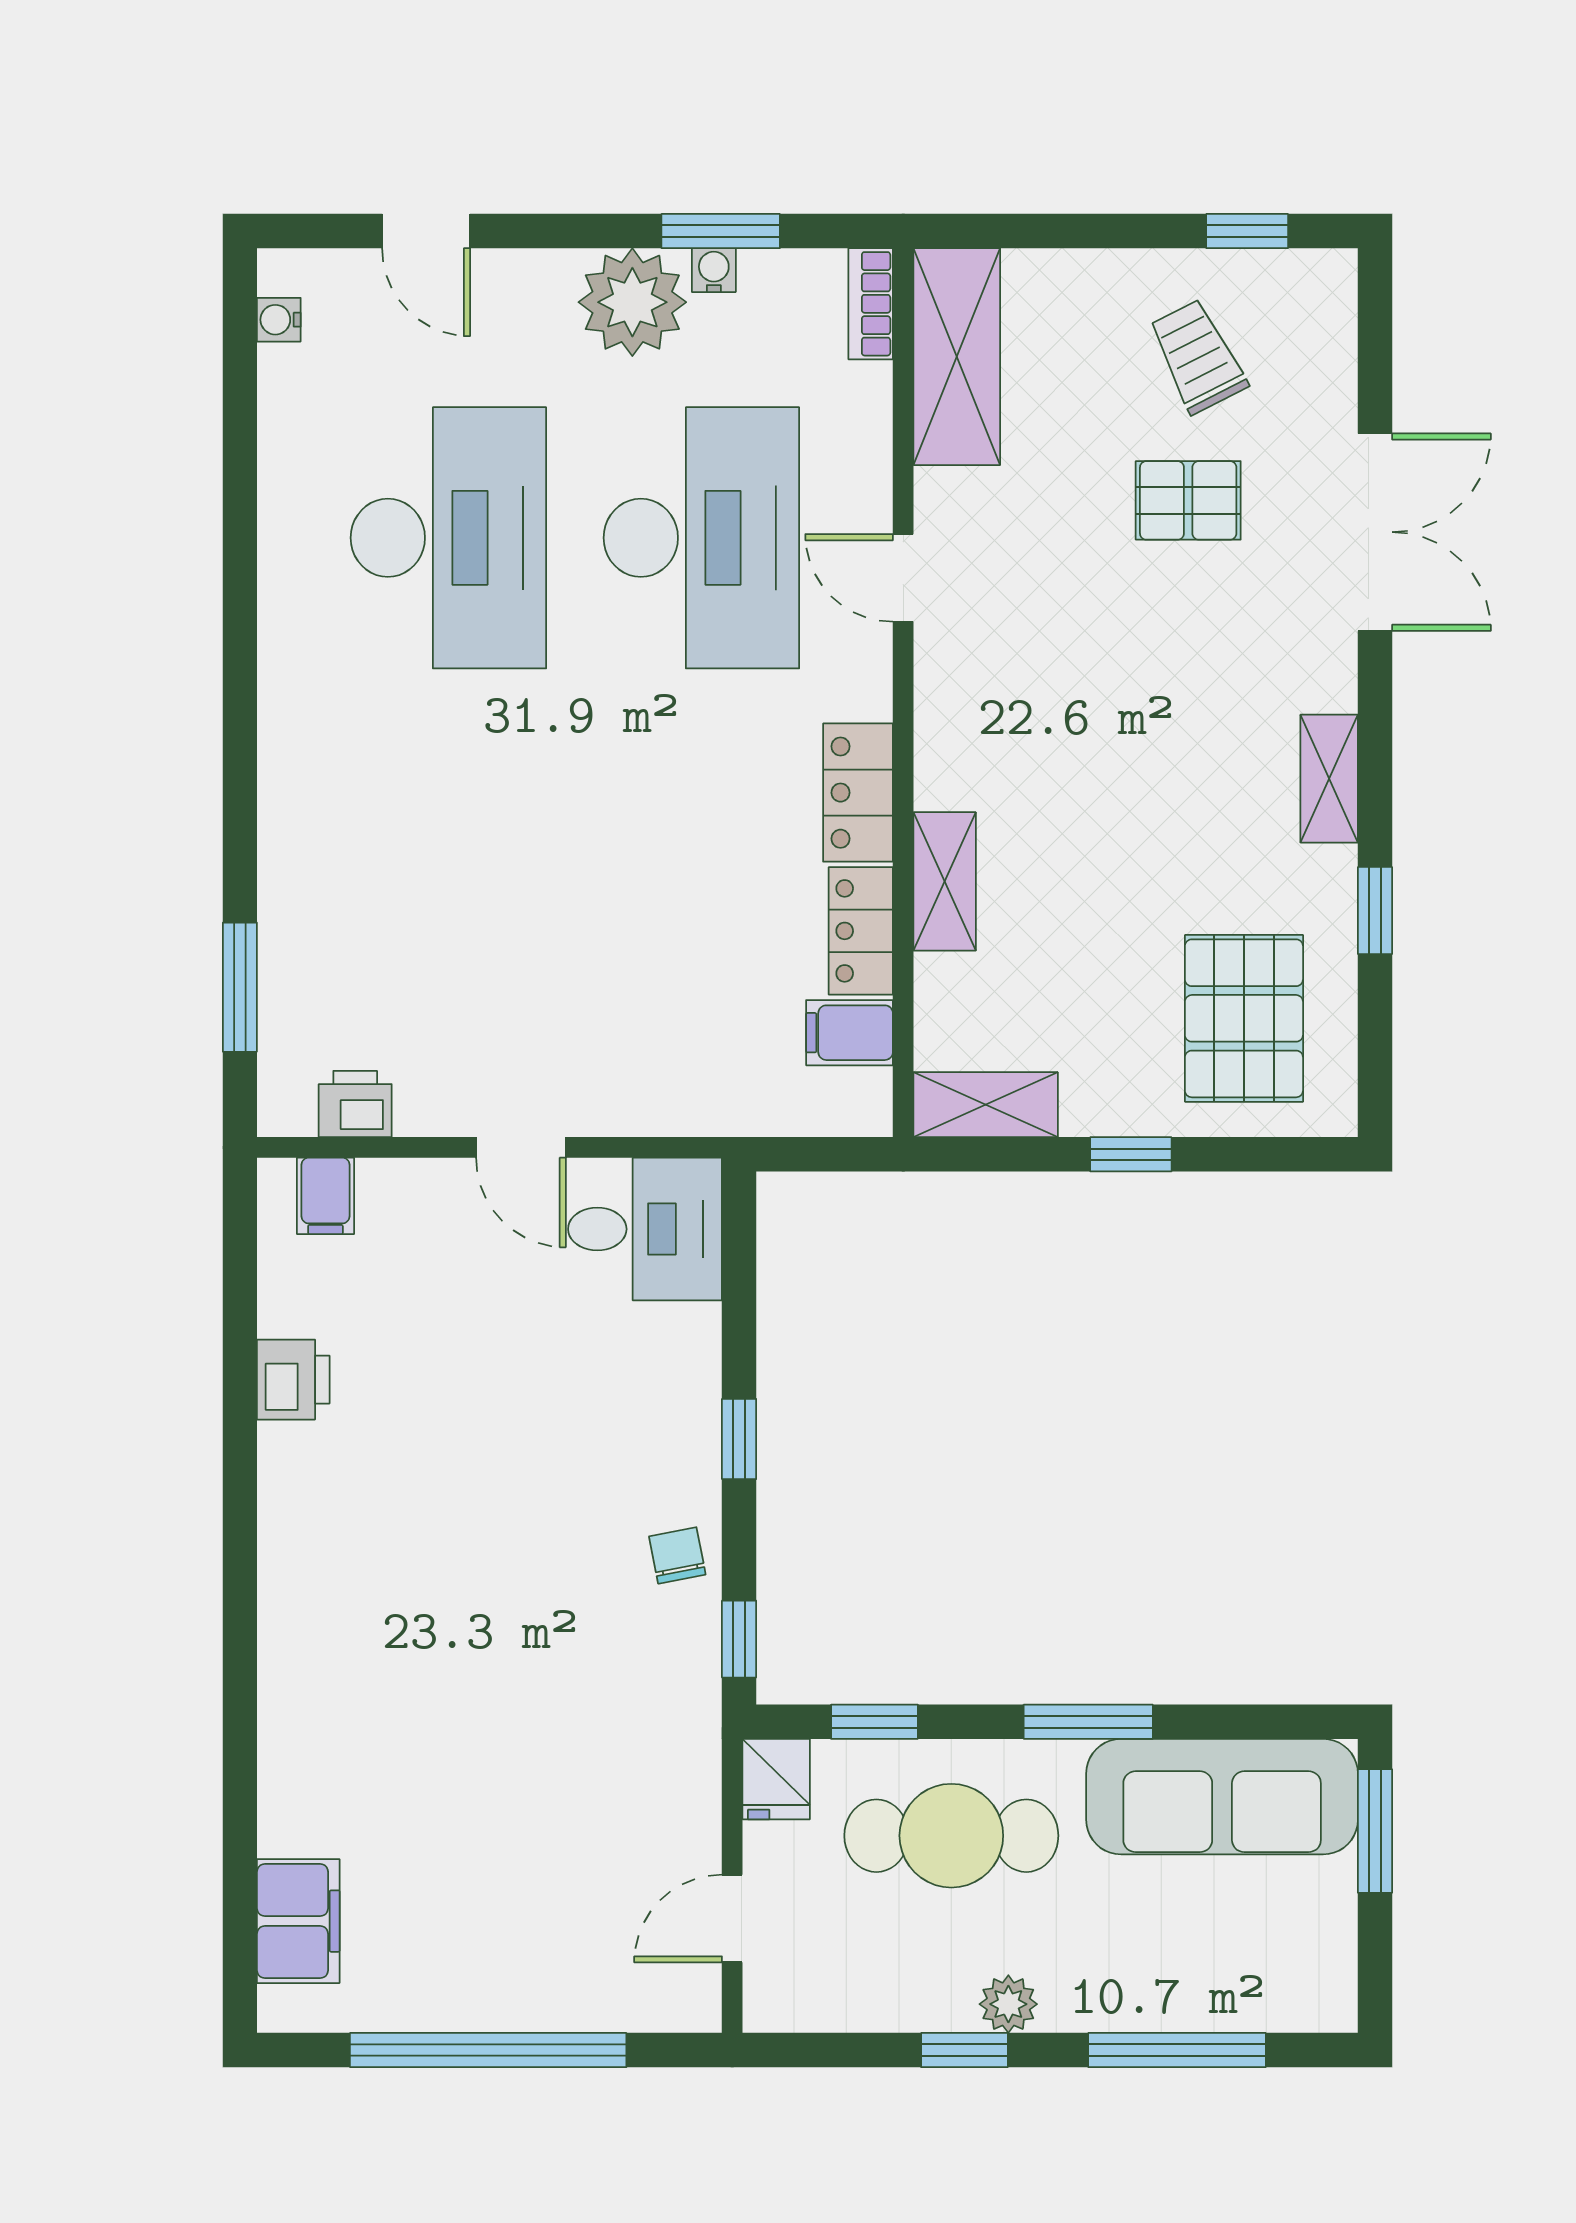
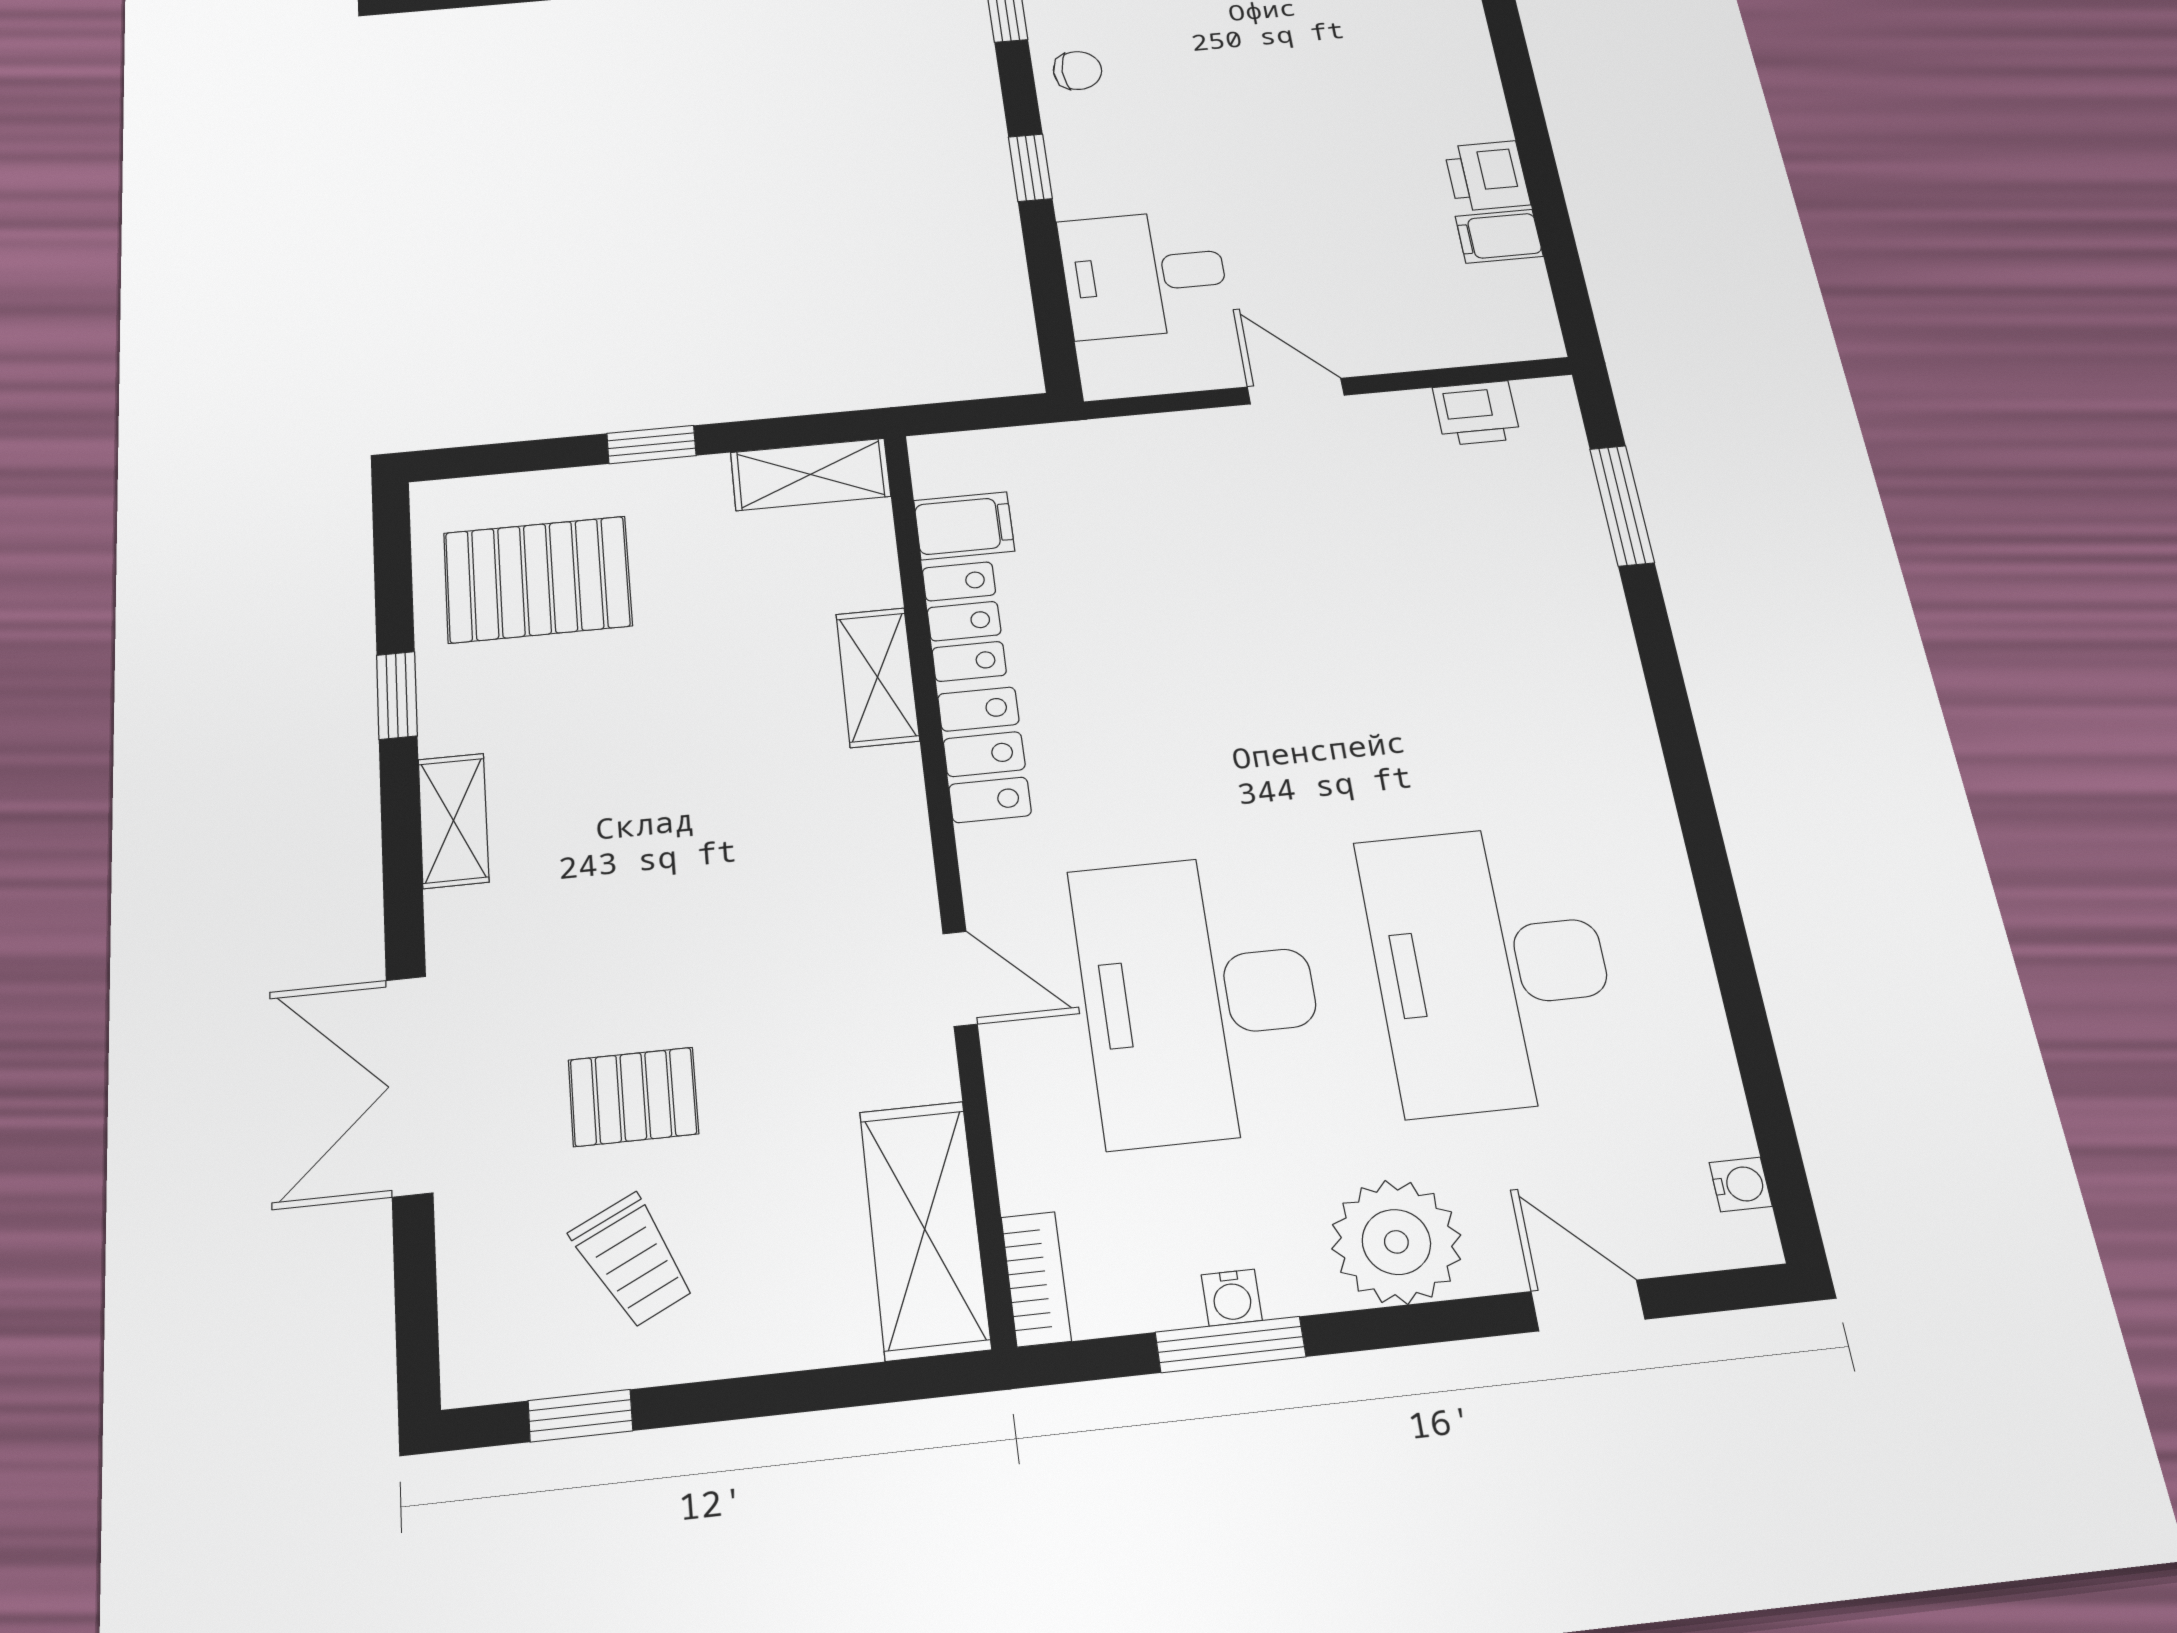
plant: (632, 302) -> (1396, 1242), moved
pallet: (1244, 1018) -> (537, 579), turned 90
filing cabinet: (325, 1196) -> (1499, 236), moved, turned -90
desk: (645, 1229) -> (1144, 274), moved
chair: (677, 1555) -> (1077, 70), turned -79

